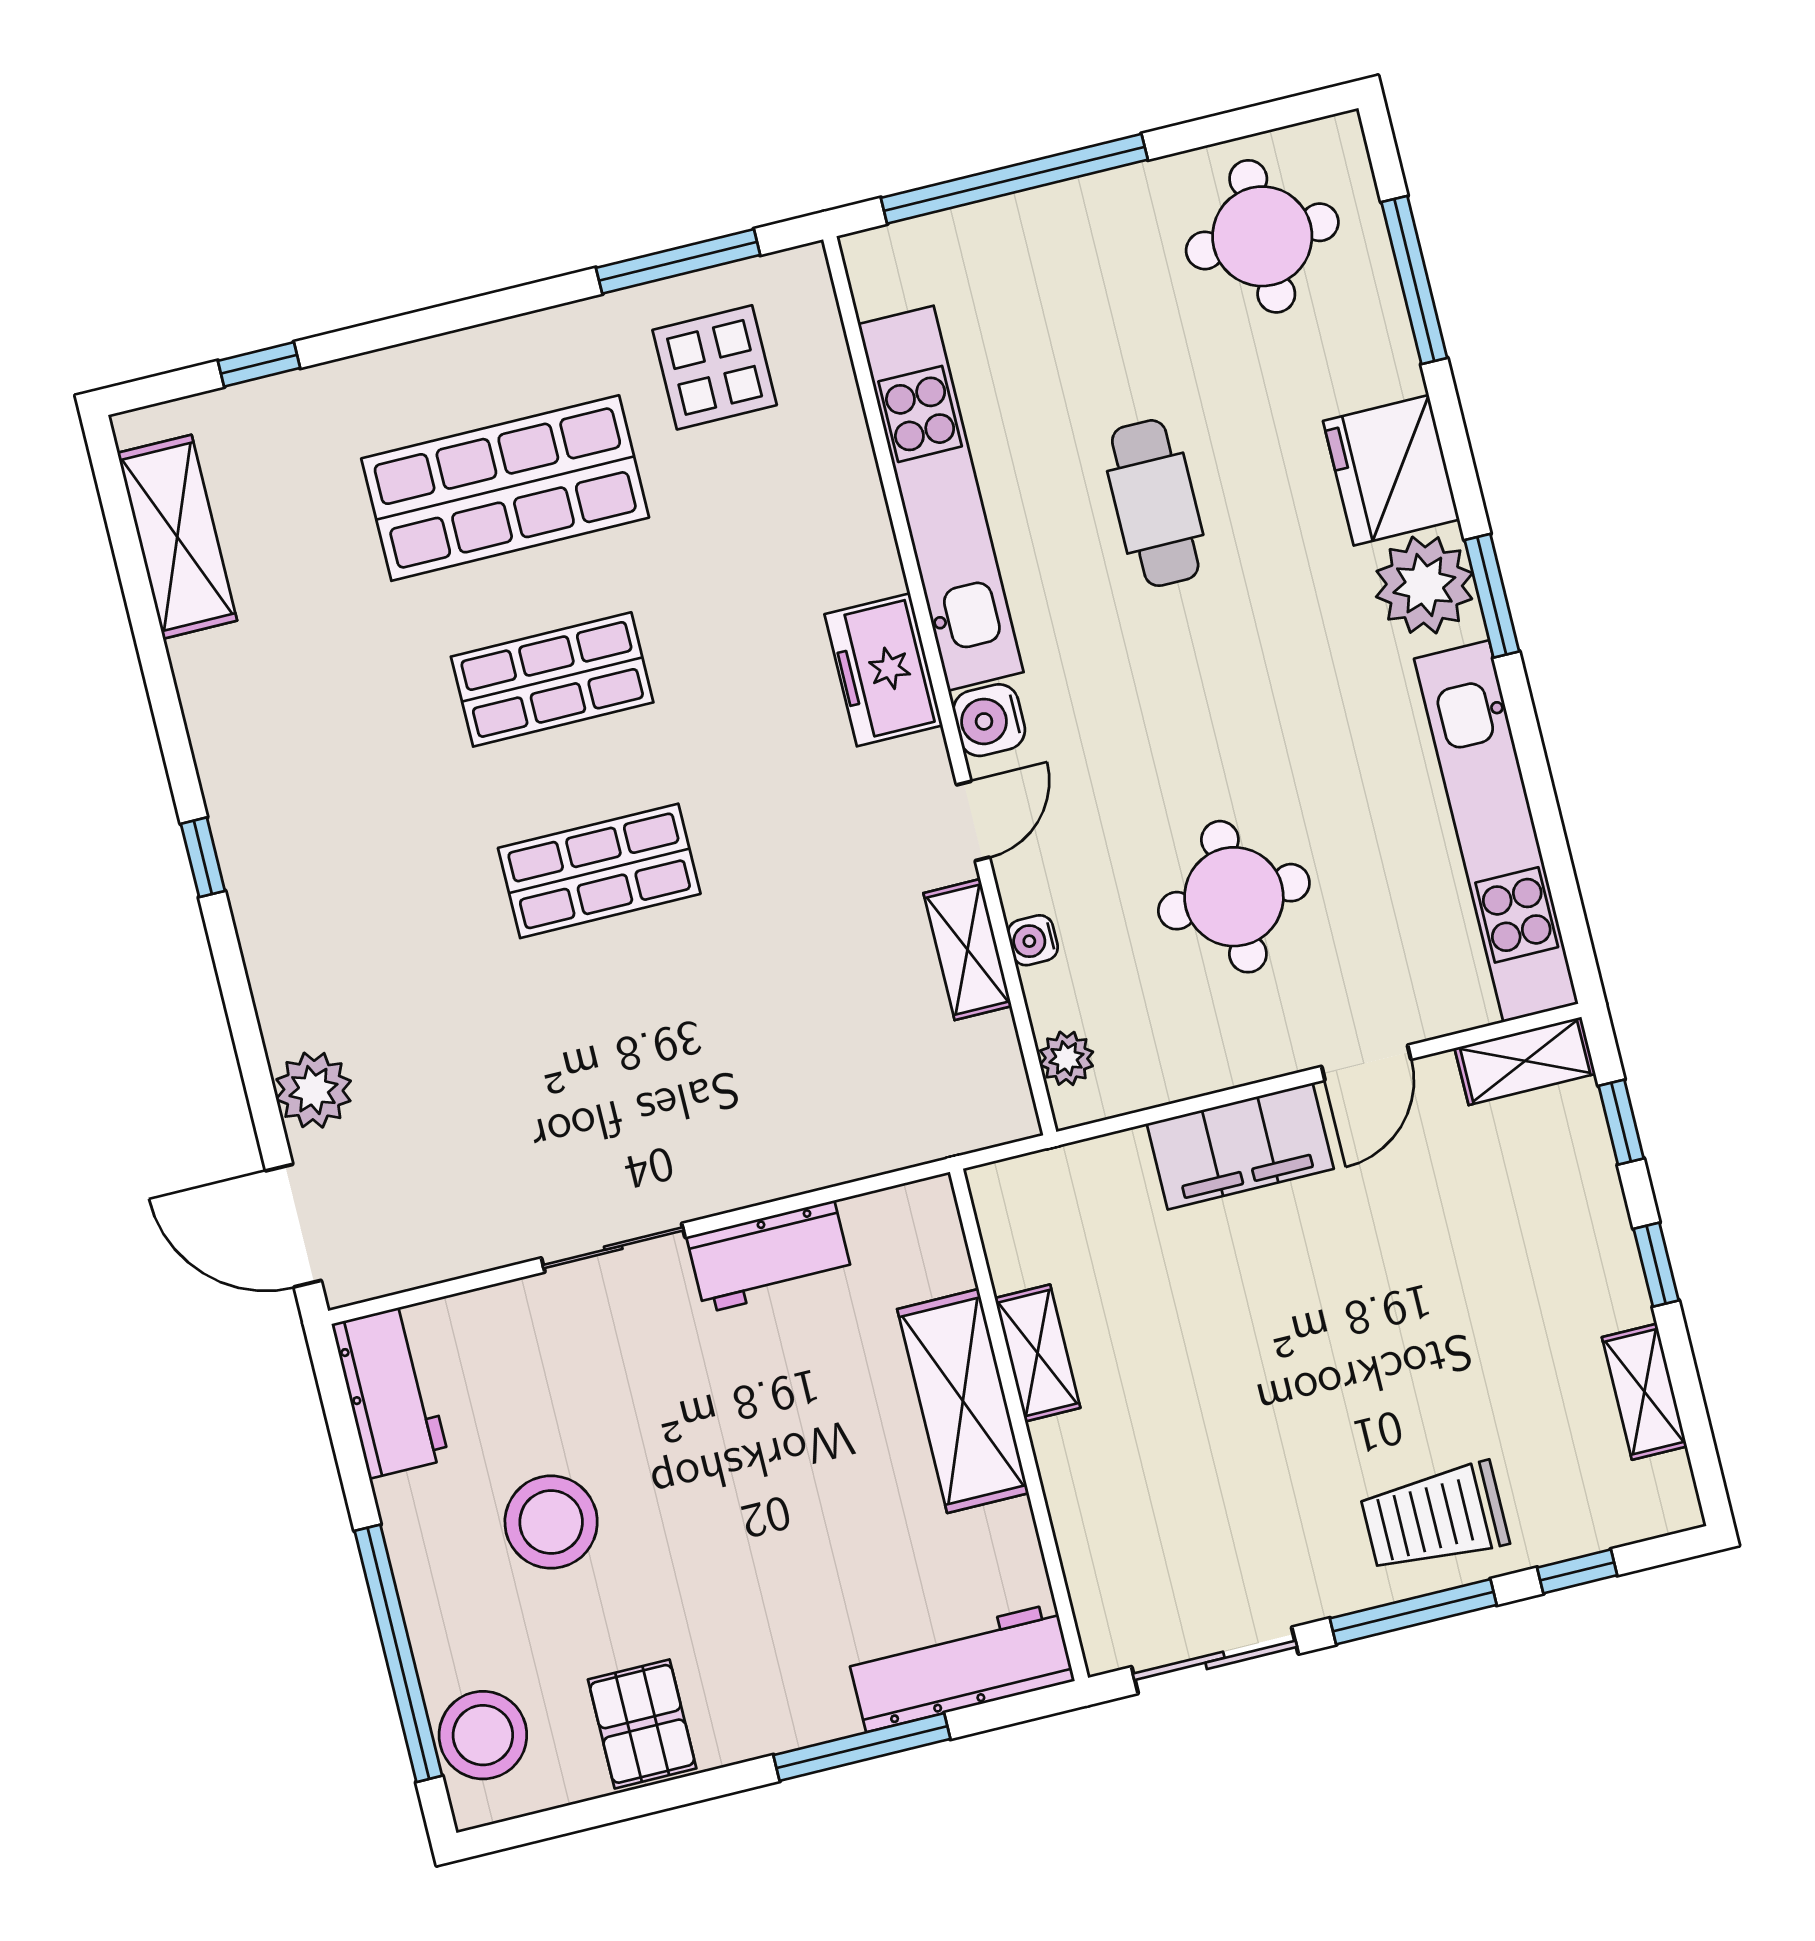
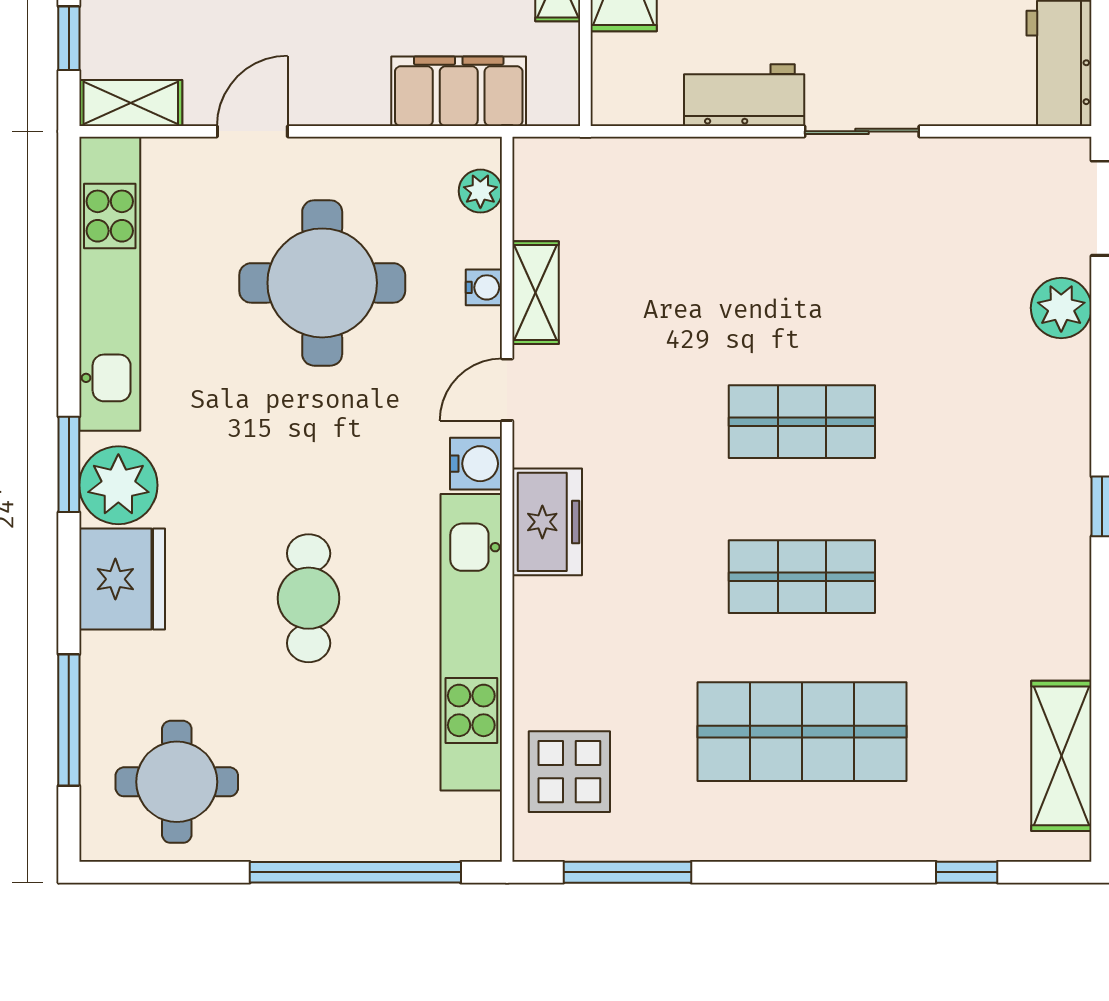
display table: (715, 367) -> (569, 772), moved
round table: (1234, 897) -> (322, 283), width x1.36, depth x1.36
filing cabinet: (1240, 1146) -> (459, 91), moved

